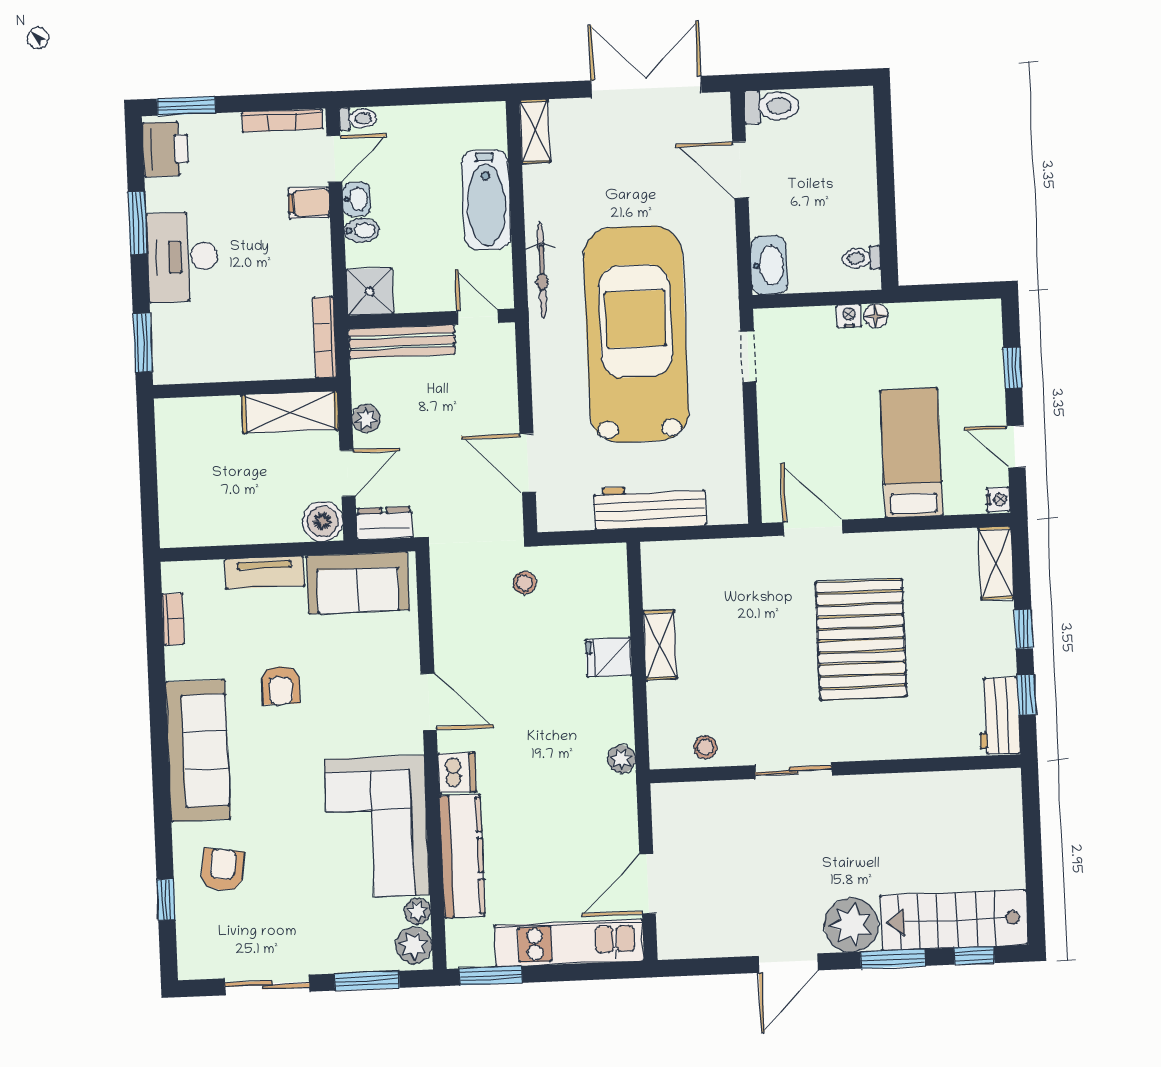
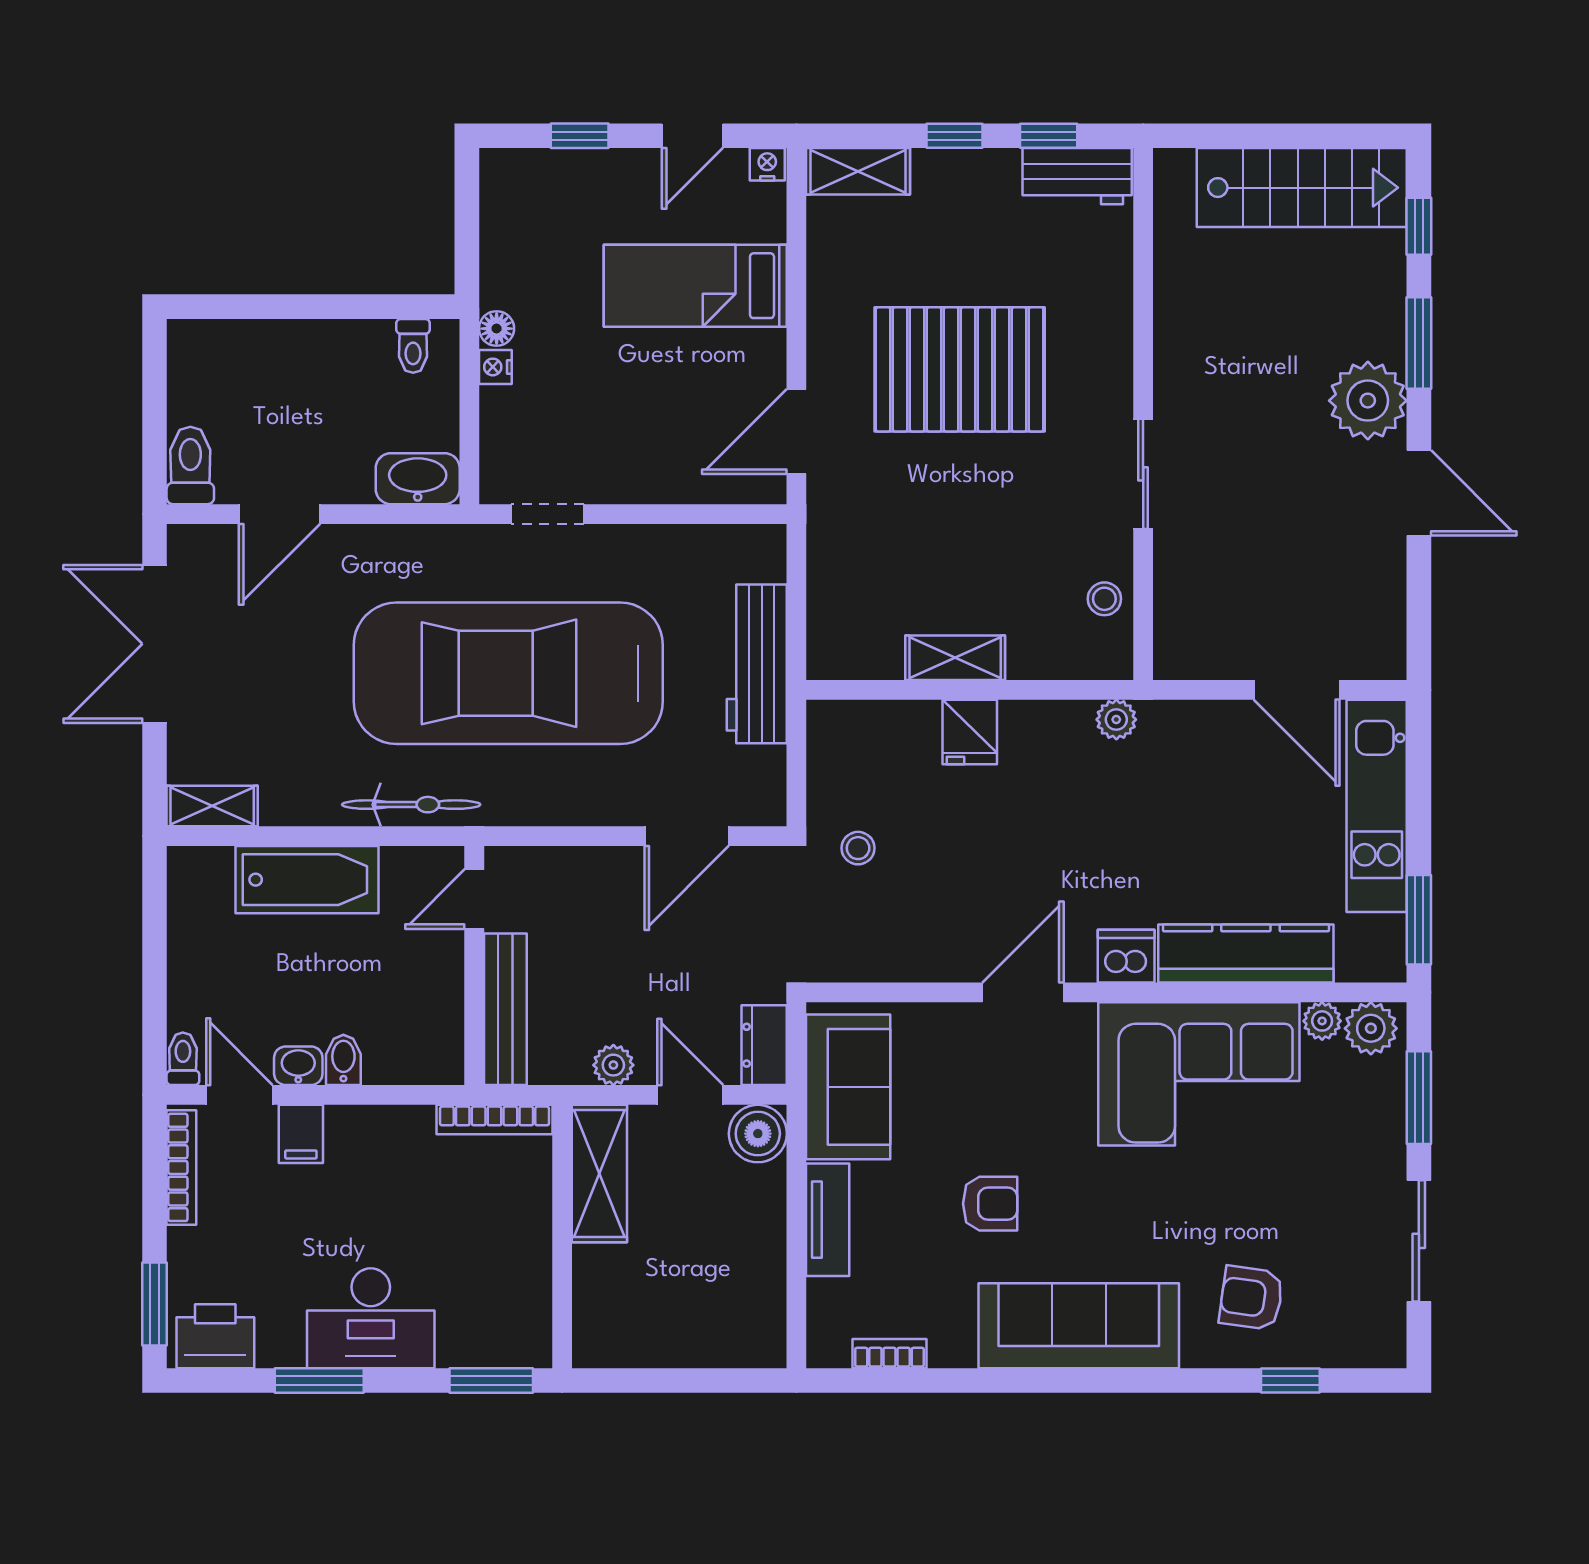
shower: (370, 291) -> (431, 1052), removed
stairs: (954, 920) -> (1302, 188), moved, turned -90

